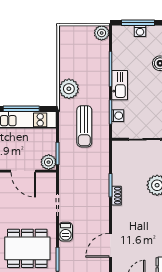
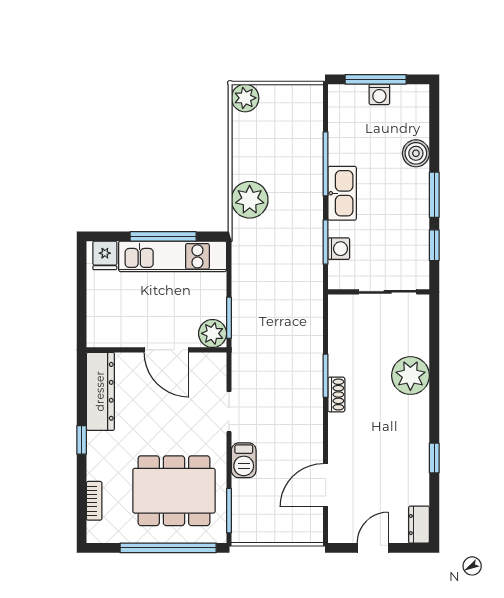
plant: (102, 33) -> (245, 98), moved
sun lounger: (84, 126) -> (278, 268), removed

